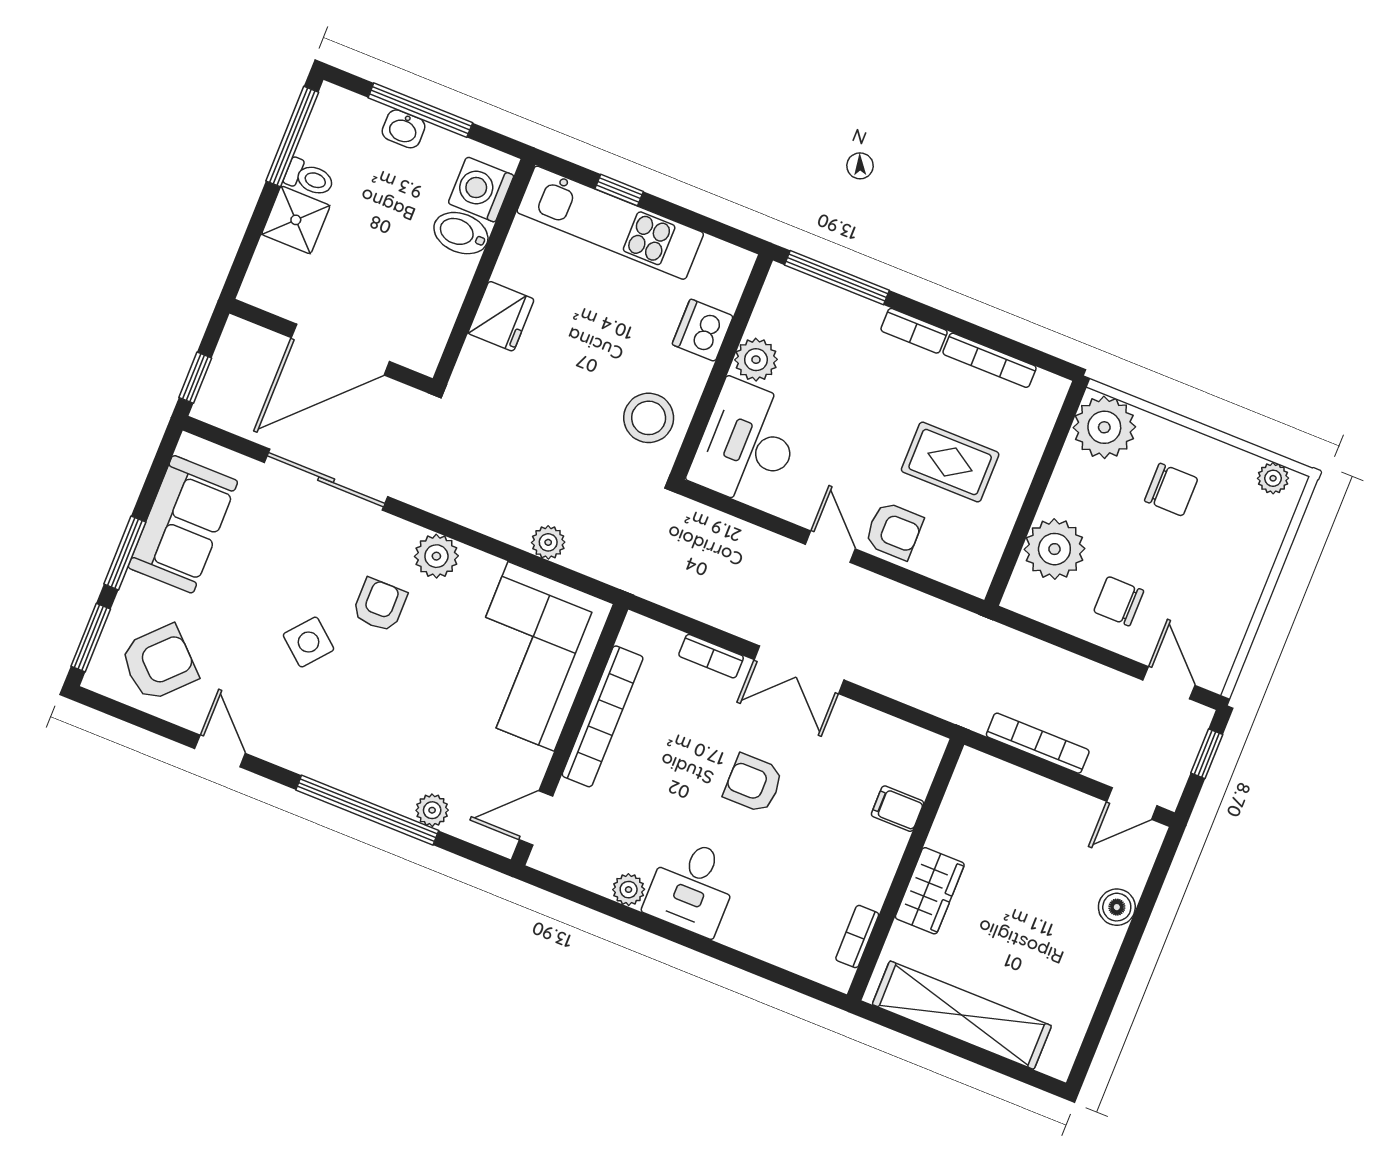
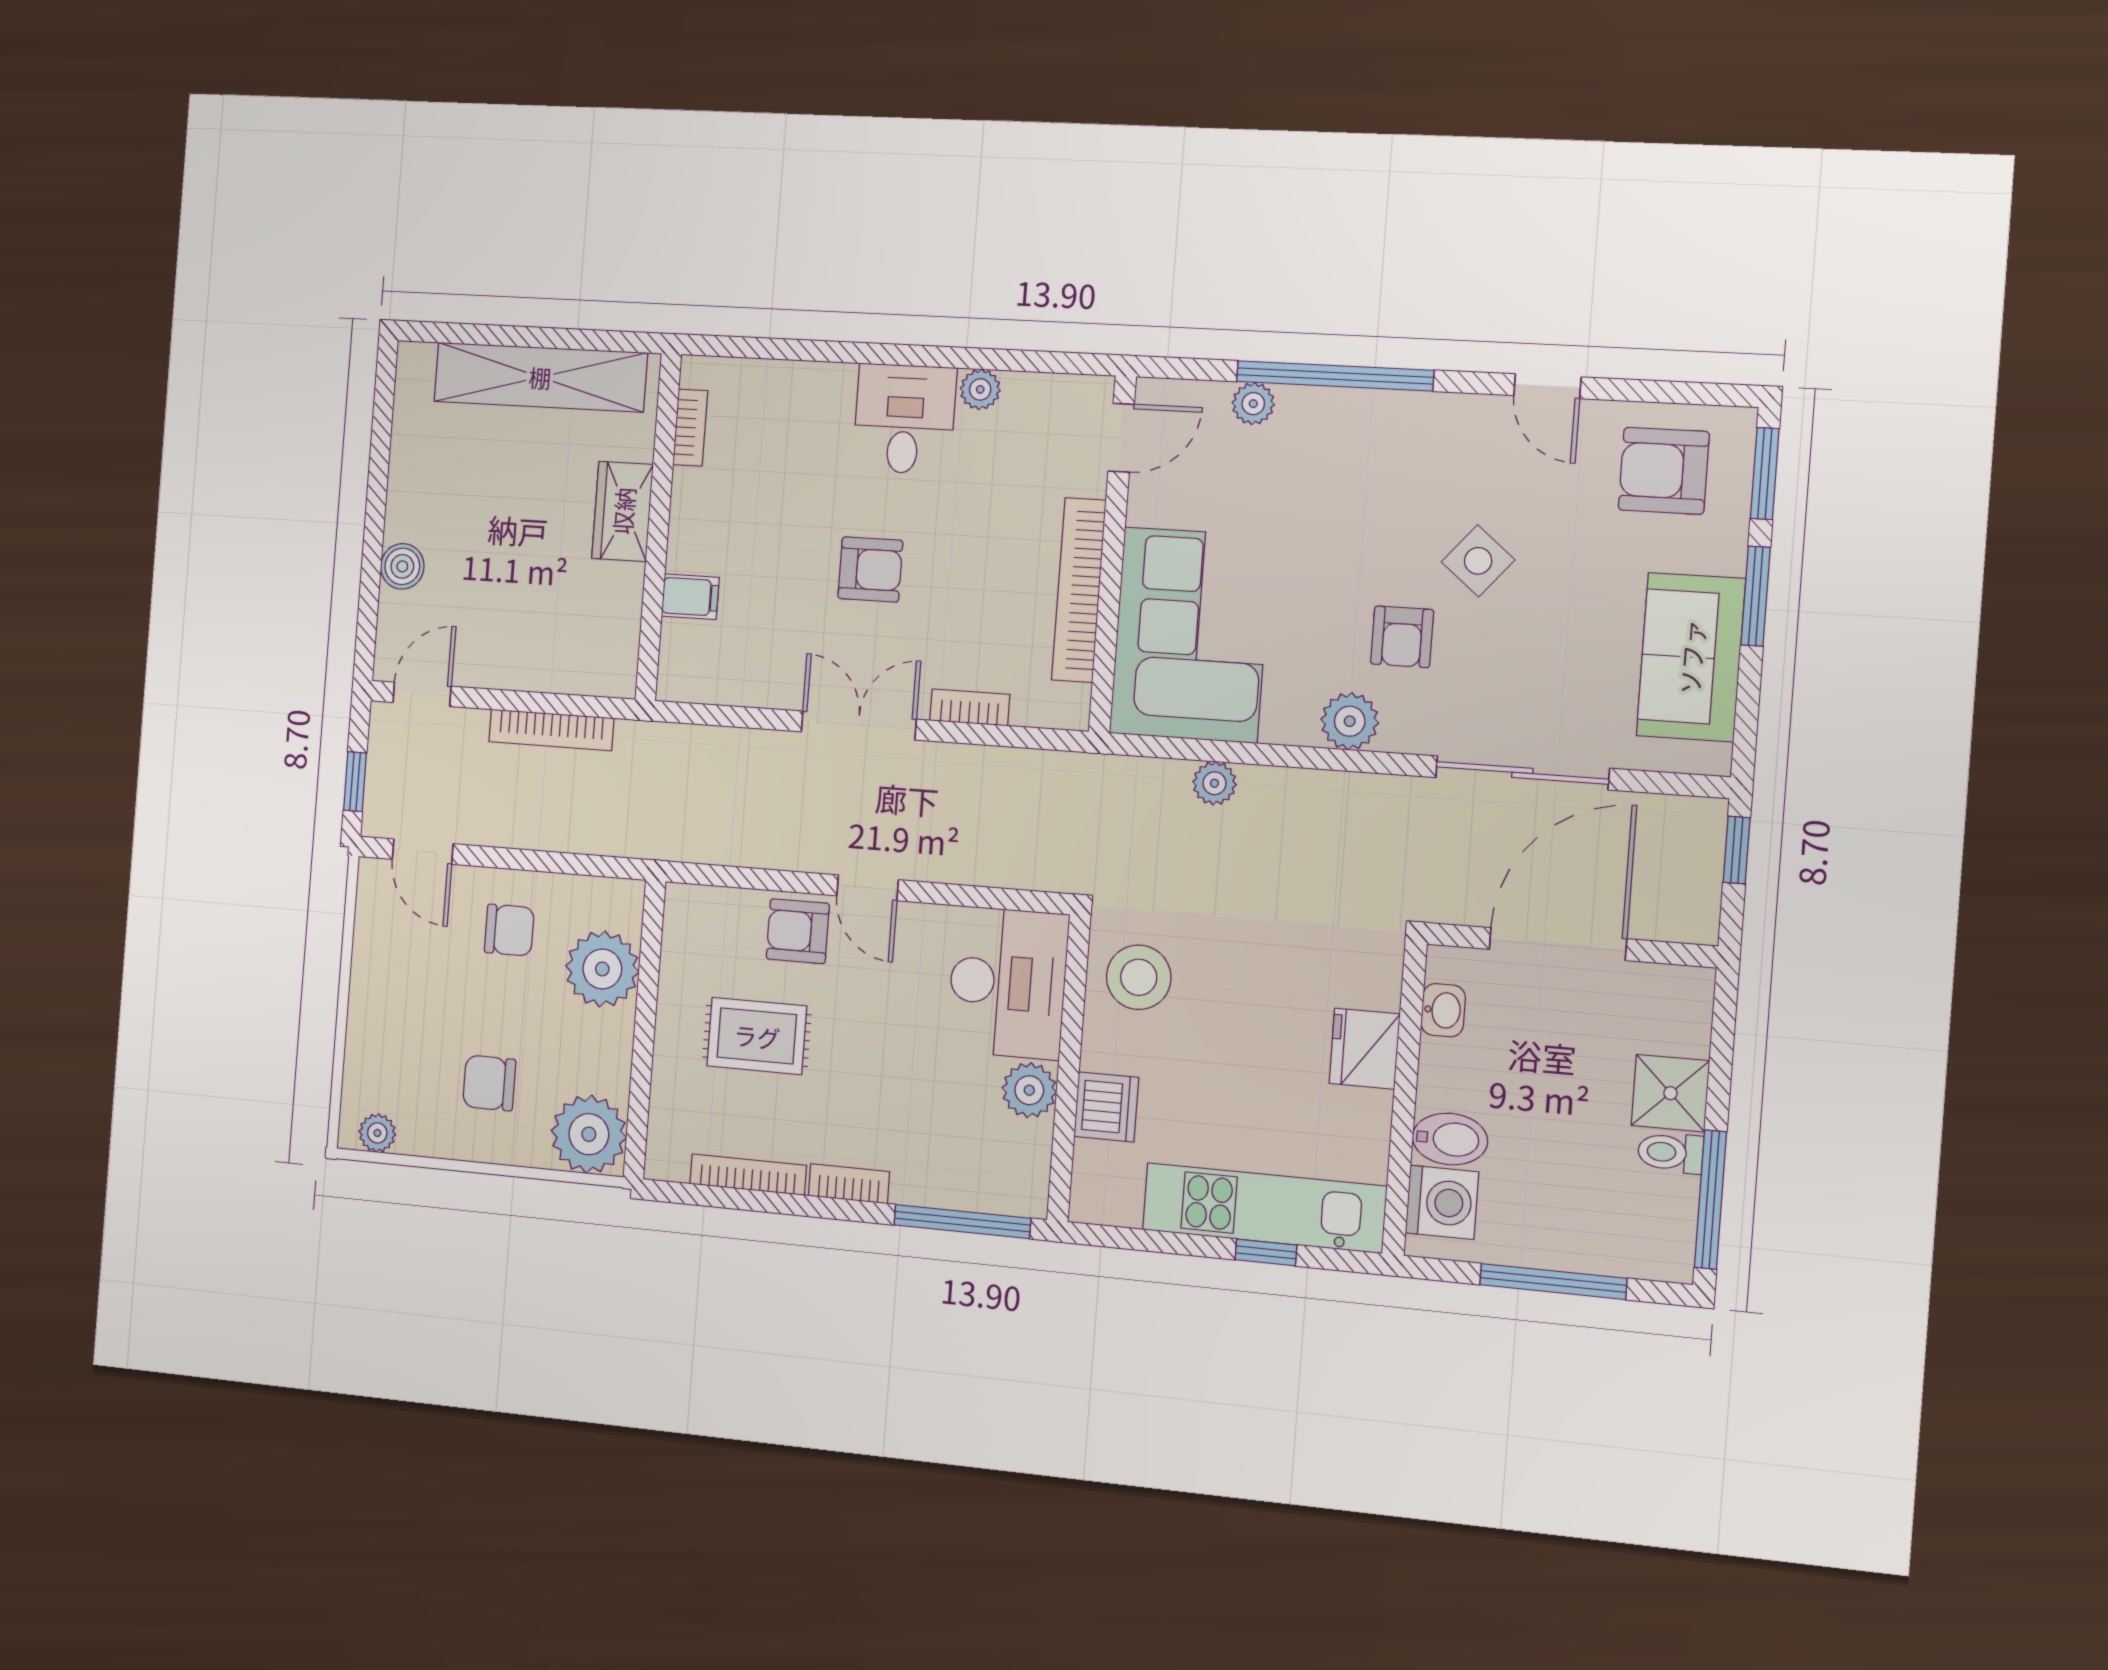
washbasin: (404, 129) -> (1443, 1010), moved, turned 90
armchair: (159, 663) -> (1664, 471), turned 46

